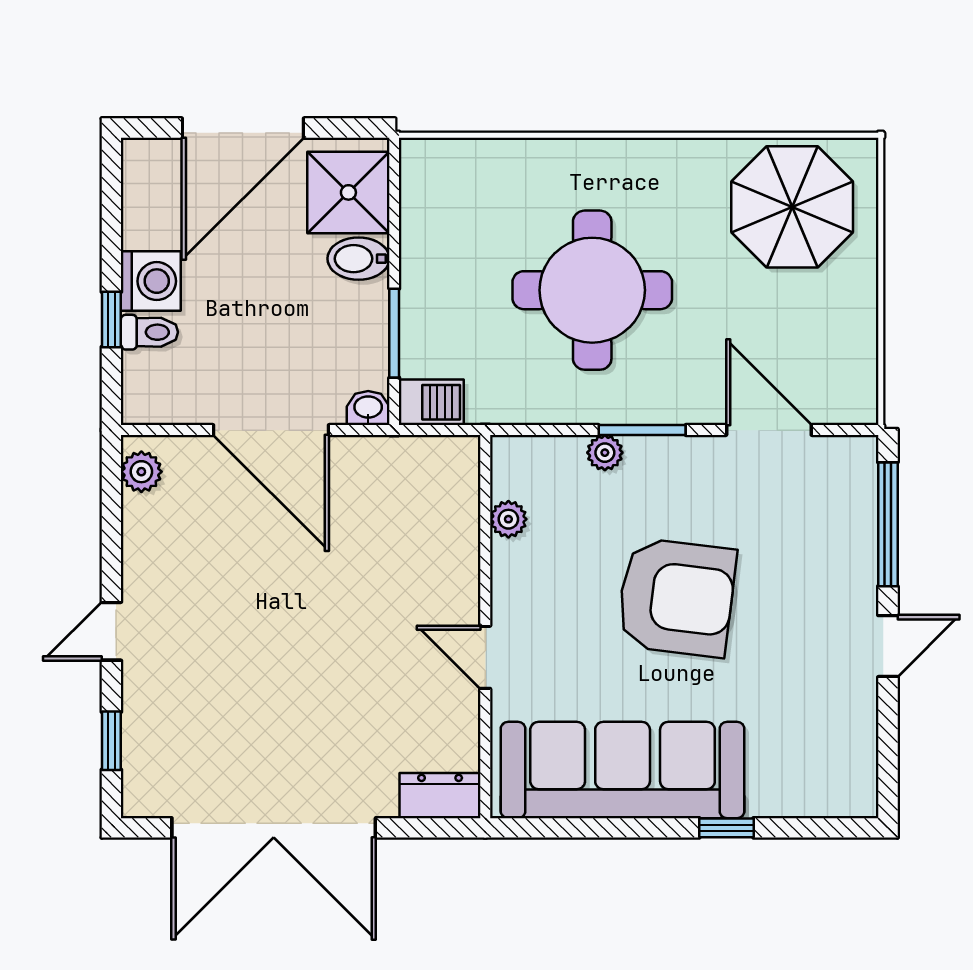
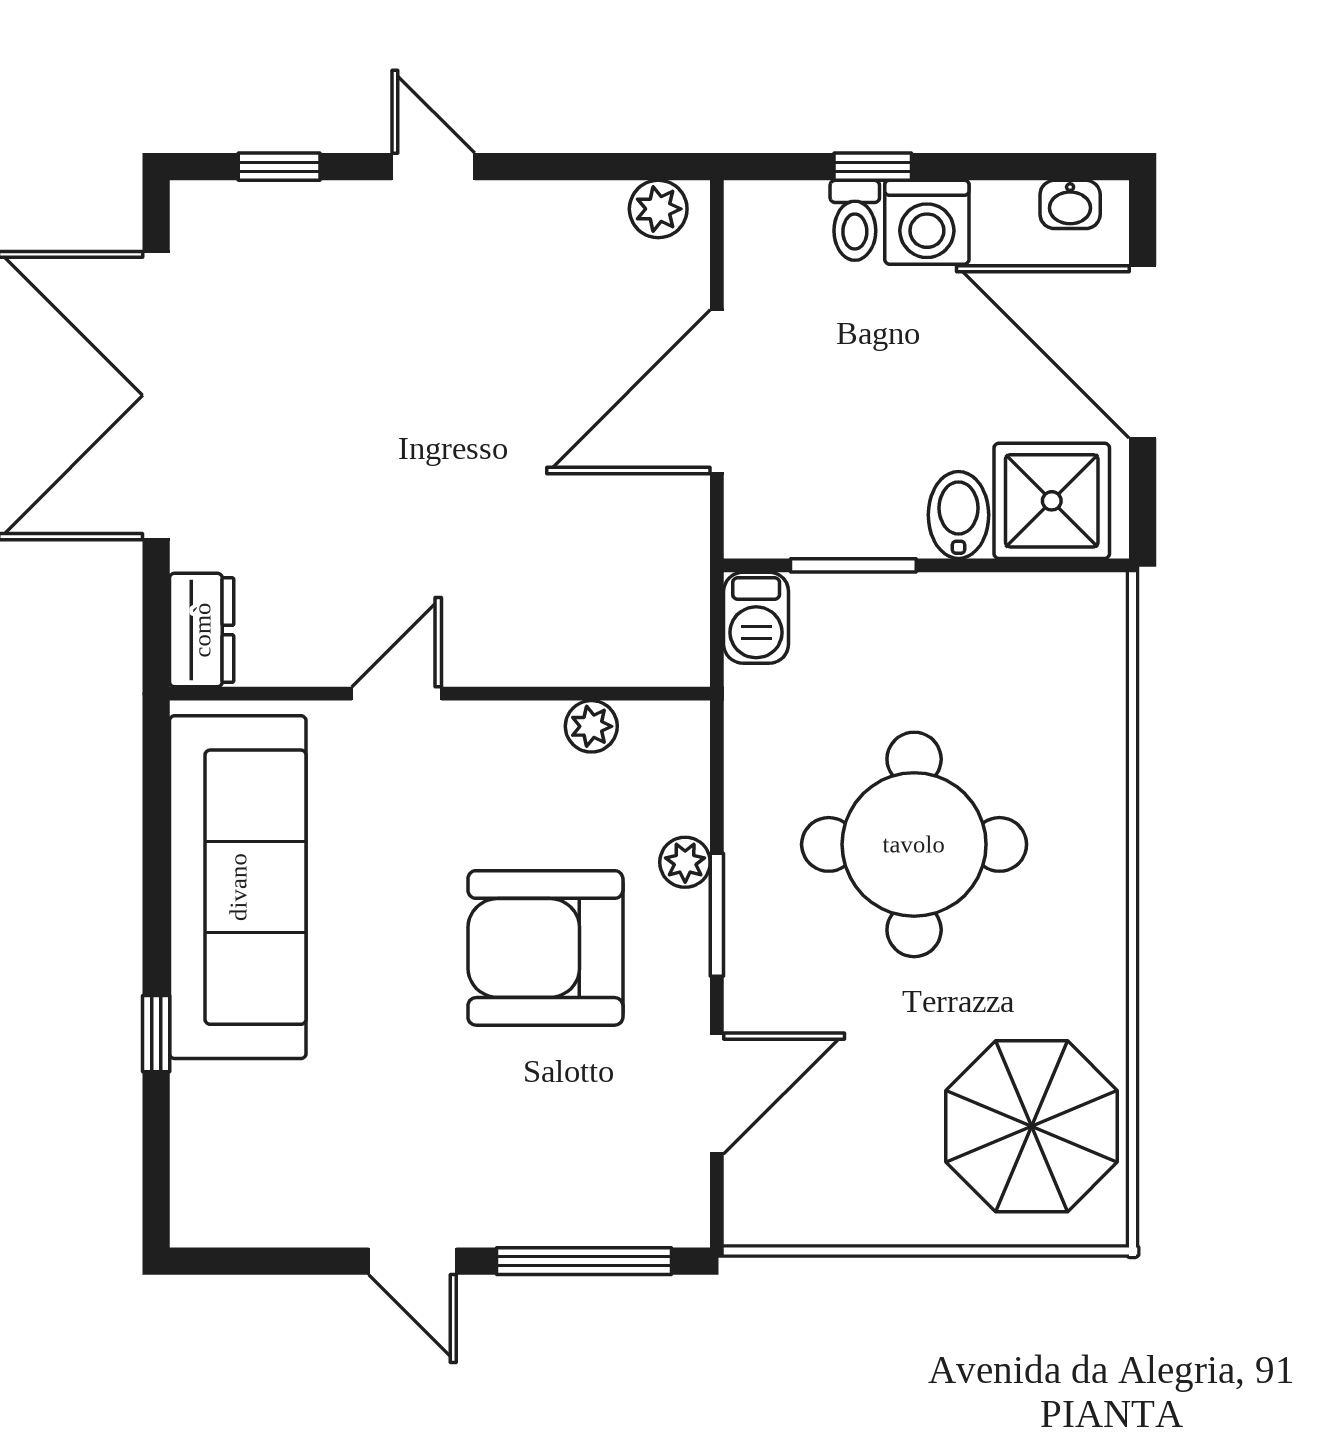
washbasin: (368, 408) -> (1070, 204), moved, turned 90
armchair: (676, 597) -> (545, 948), moved, turned 83

